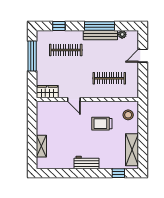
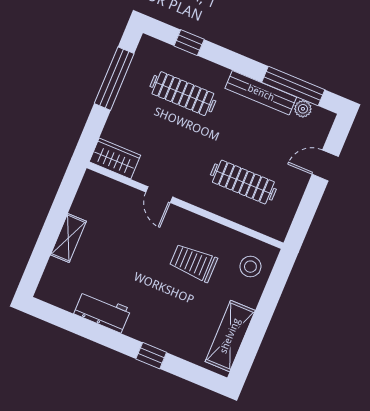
window: (100, 26) -> (293, 86), moved
shelving: (41, 146) -> (68, 238), moved
workbench: (86, 162) -> (102, 311), moved
window: (118, 173) -> (151, 356), moved

